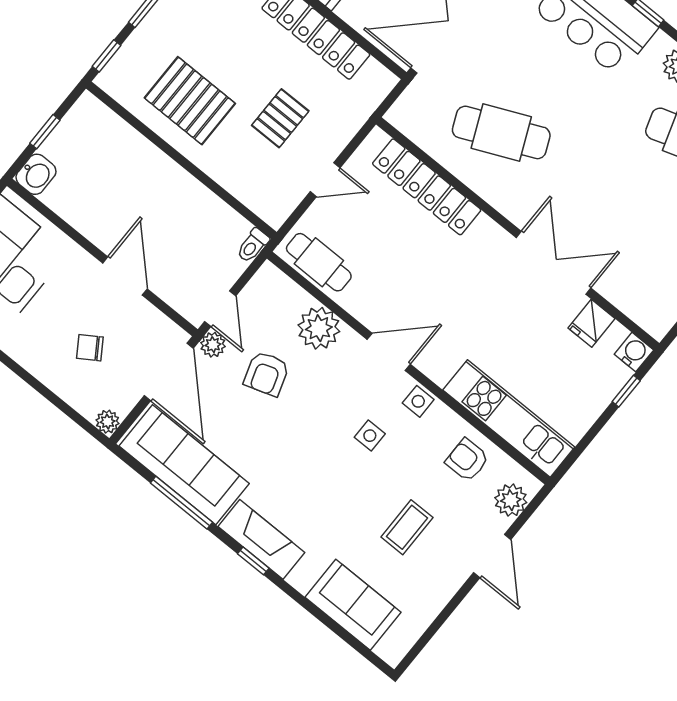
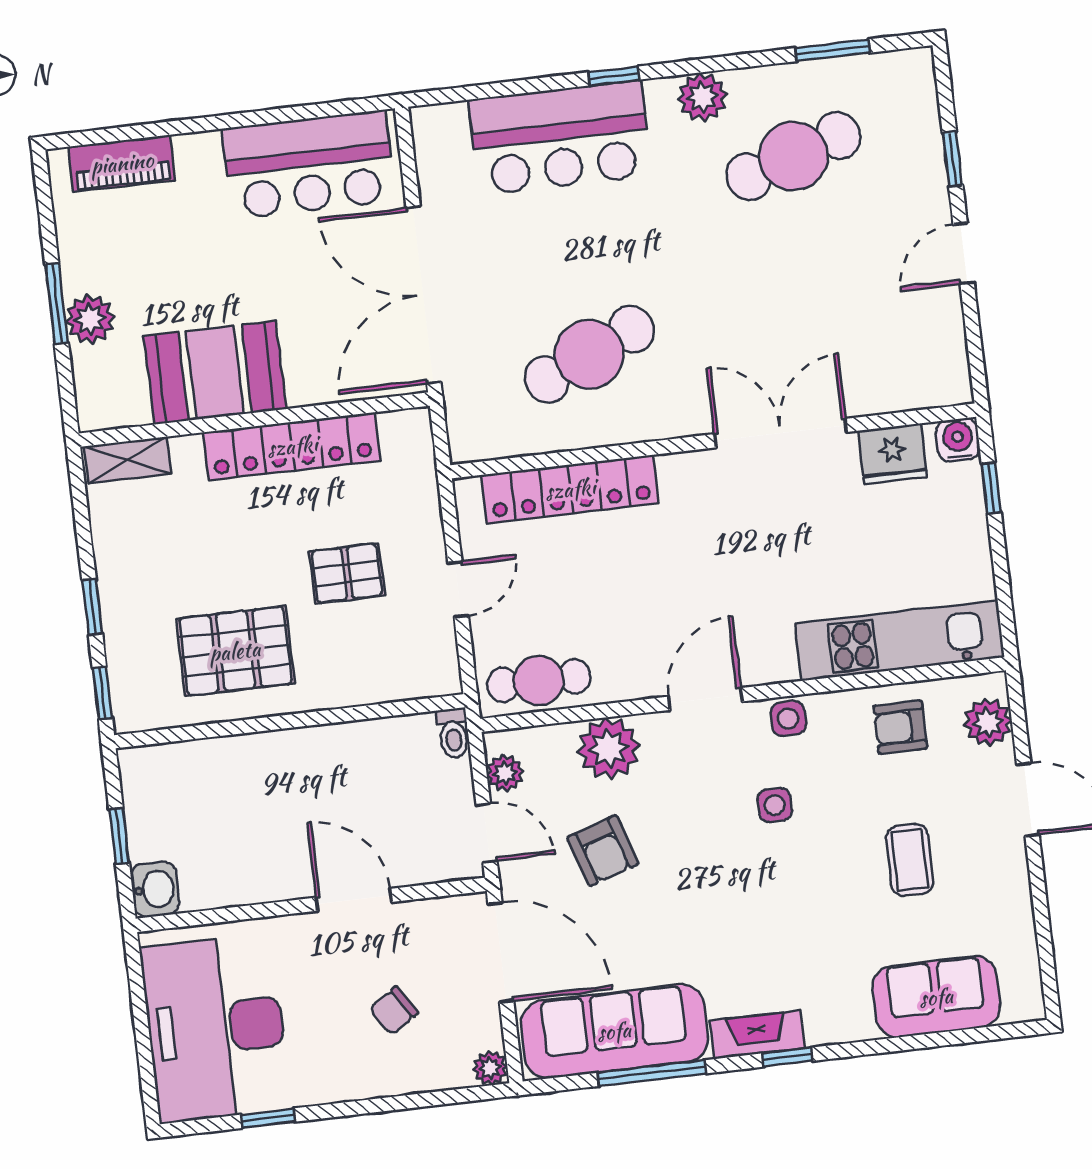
pallet: (280, 118) -> (347, 573), turned 90
fridge: (592, 323) -> (893, 454), width x1.38
plant: (213, 345) -> (505, 773), moved
fireplace: (261, 539) -> (757, 1035), width x0.73, depth x0.76

